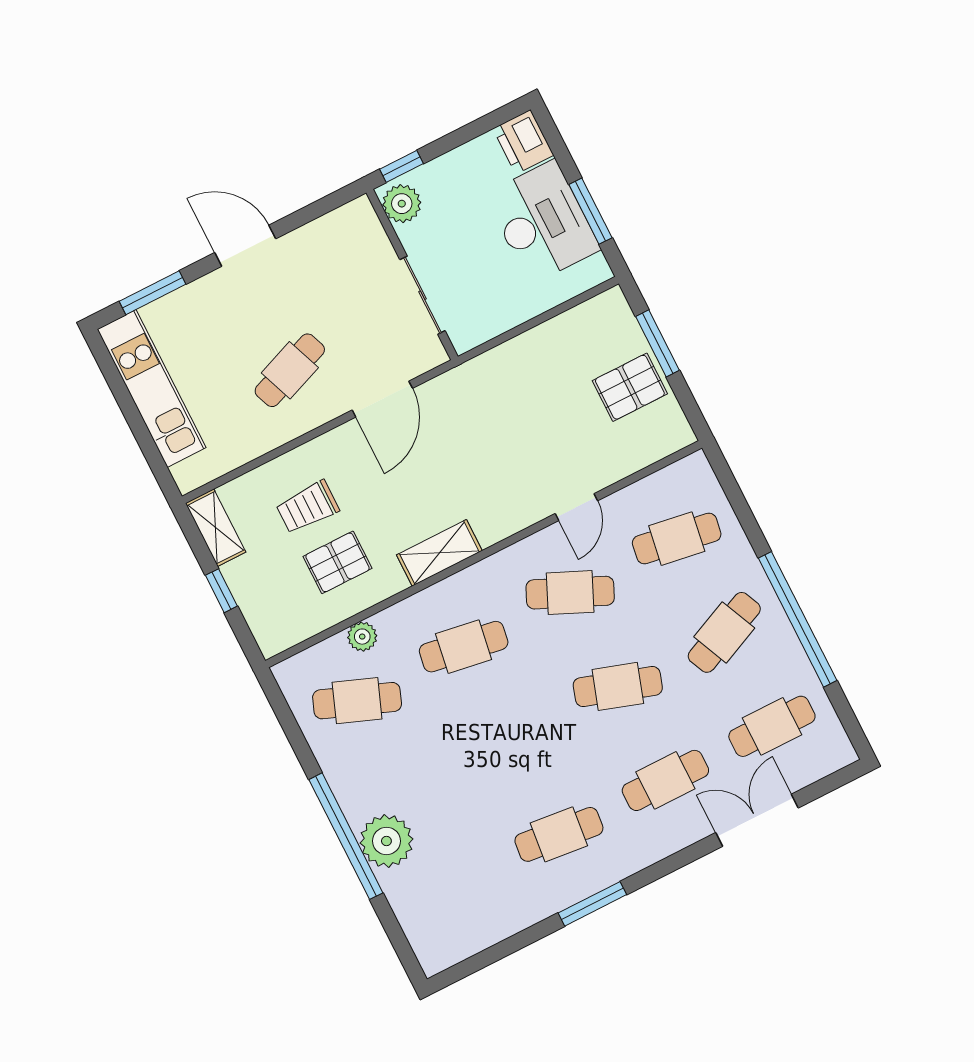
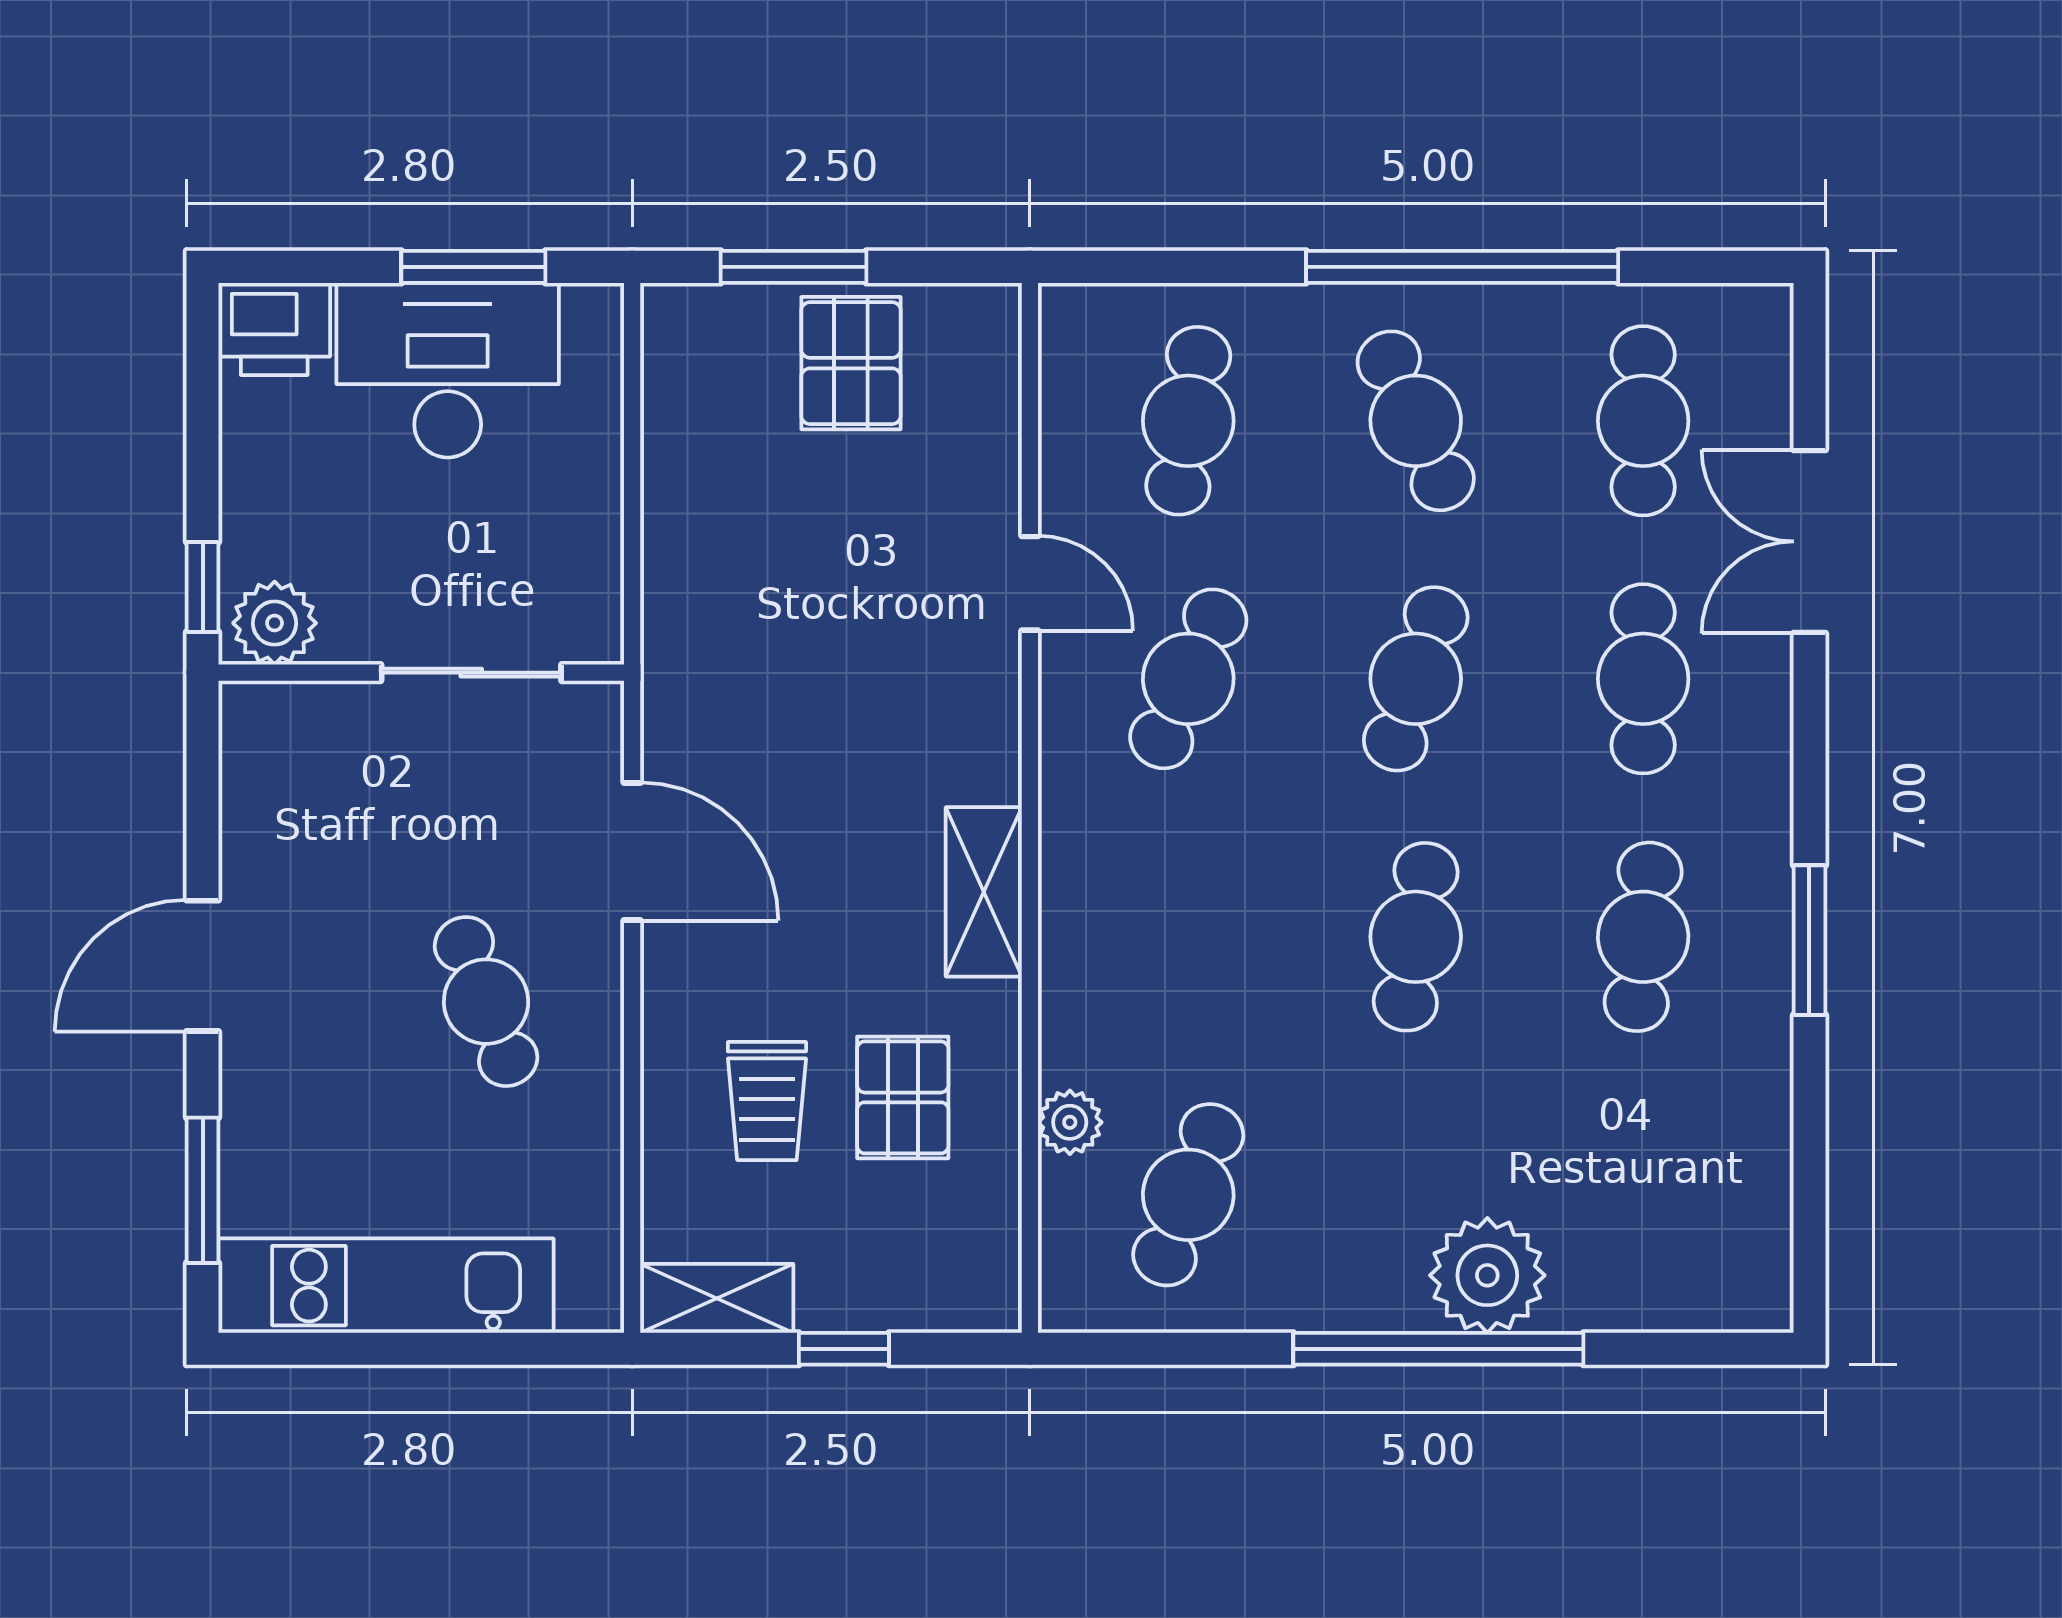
cafe table: (464, 647) -> (1416, 937), moved

